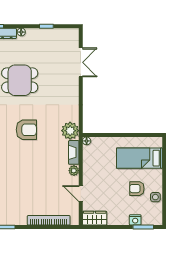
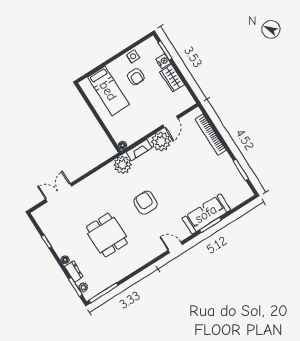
plant: (74, 171) -> (161, 142), width x1.87, depth x1.87
wardrobe: (95, 218) -> (172, 78), moved

